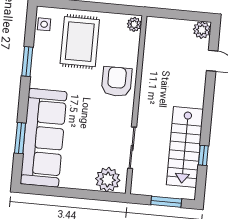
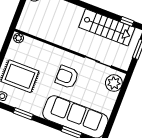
armchair: (117, 82) -> (67, 77), moved
window: (203, 155) -> (127, 21), moved

